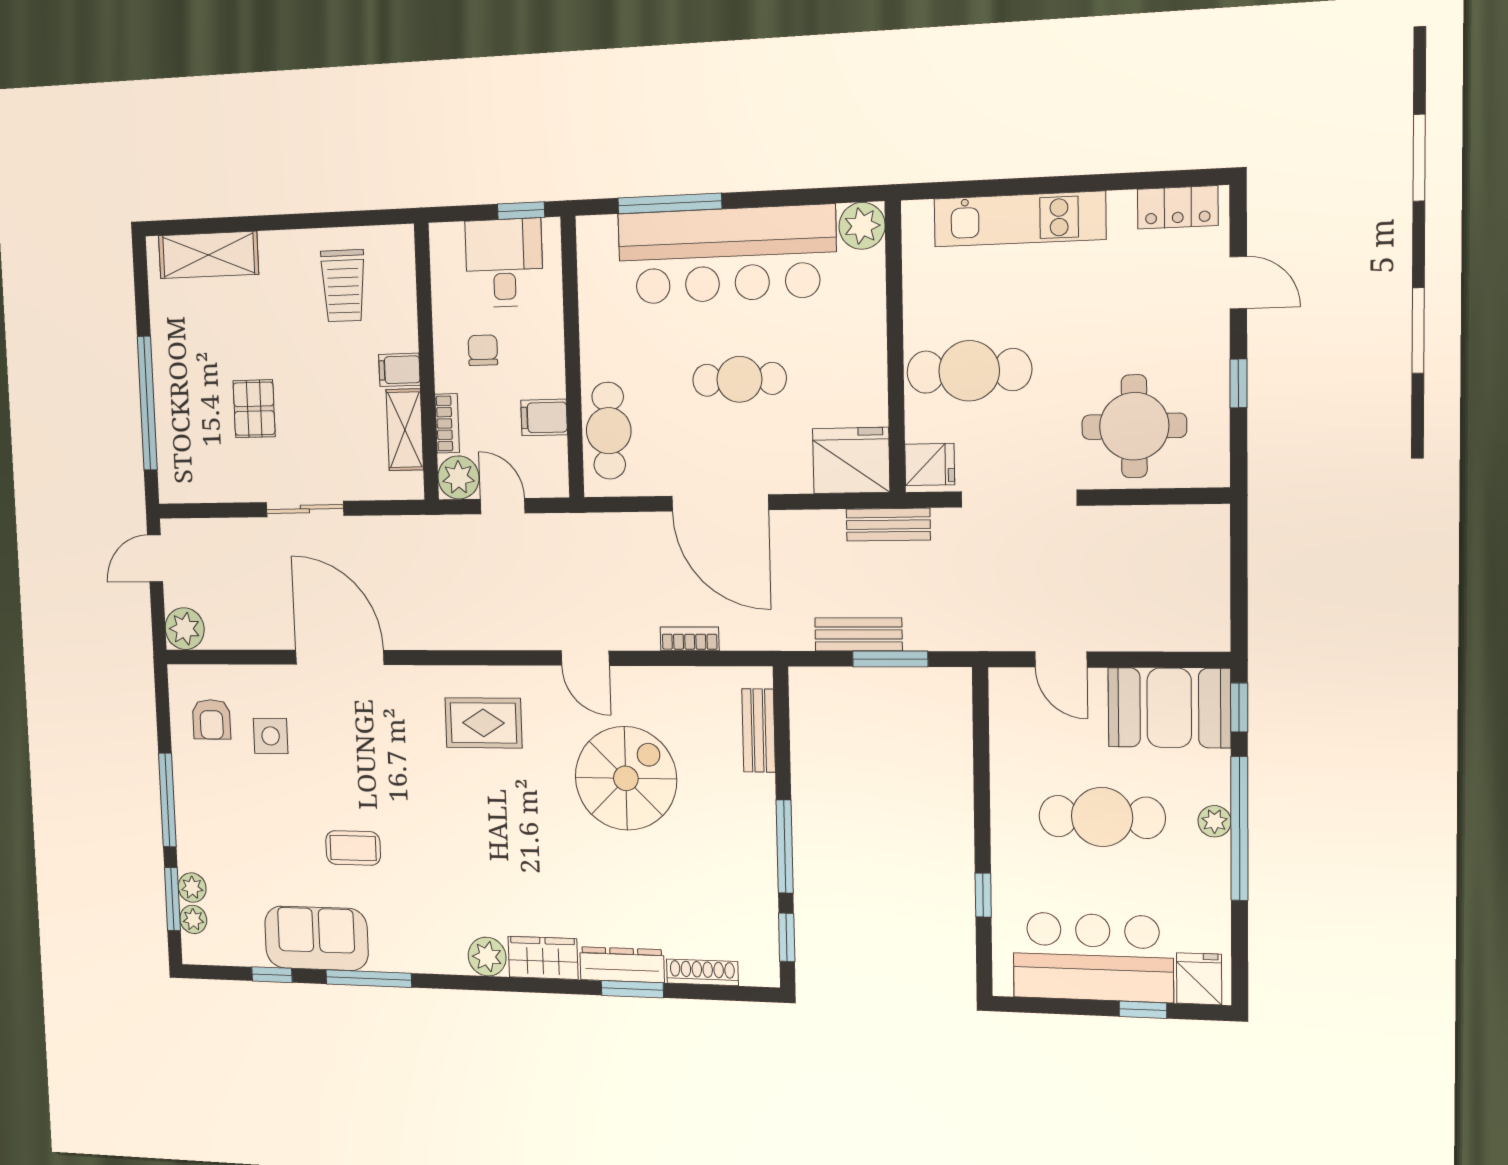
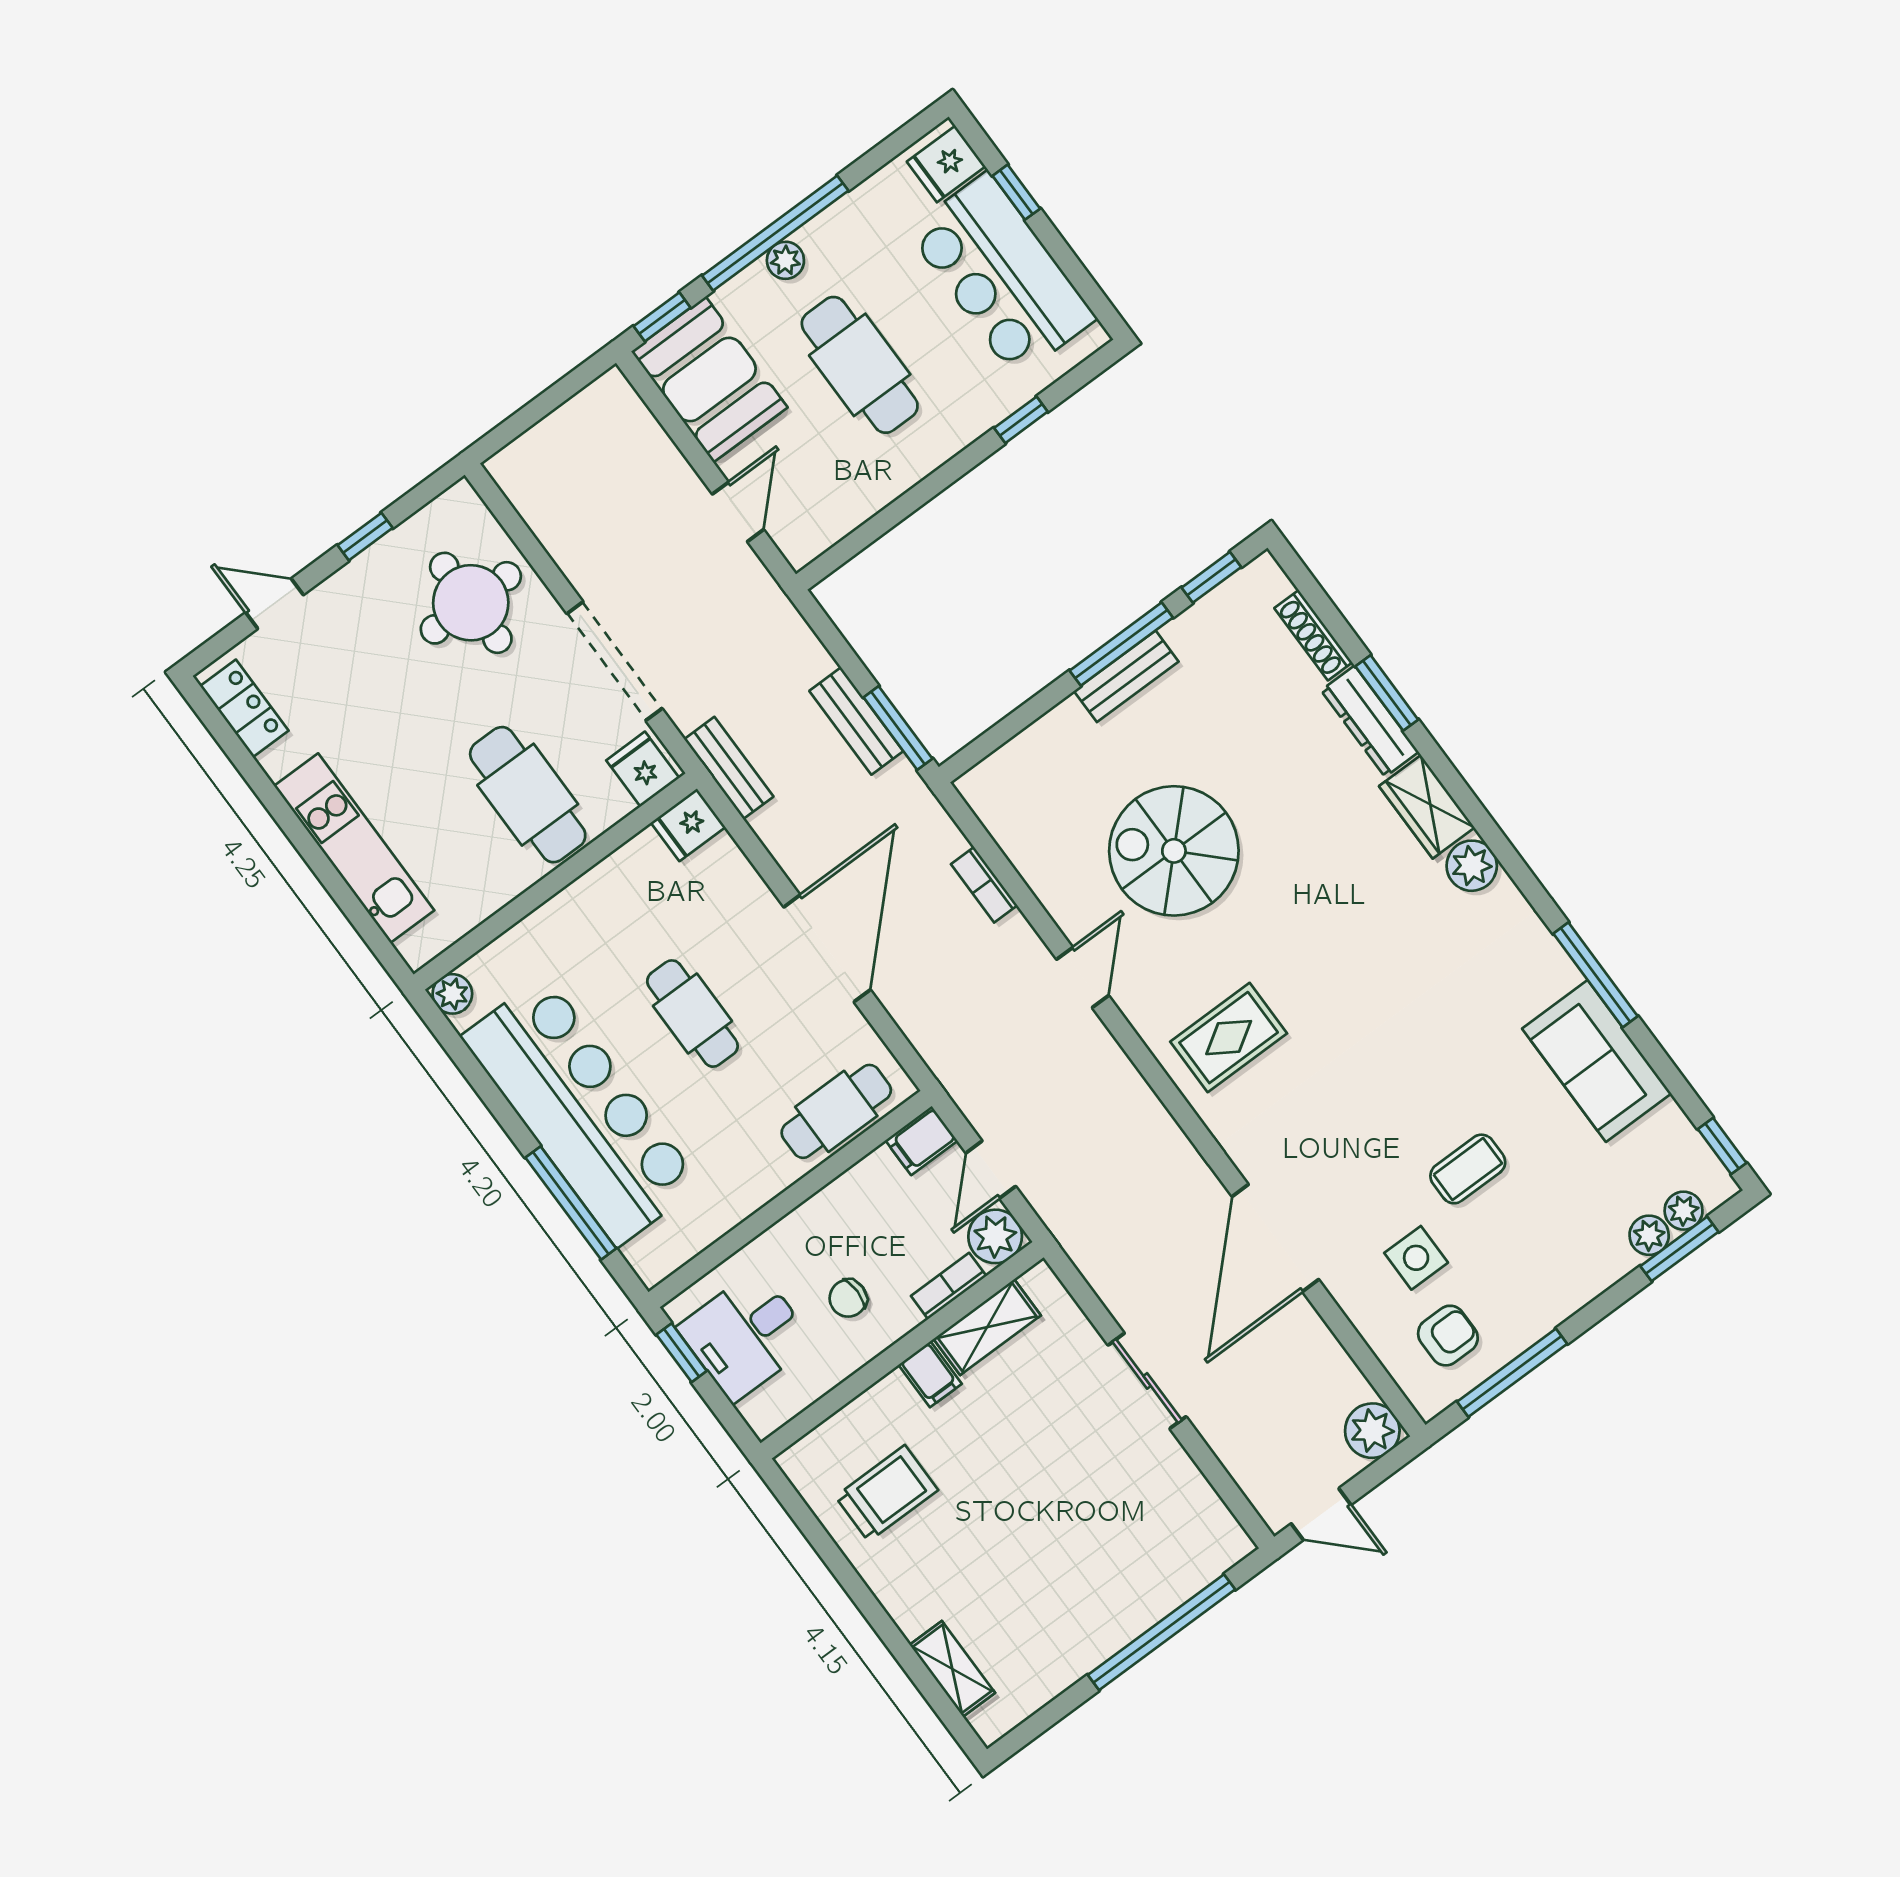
plant: (862, 226) -> (452, 994), width x0.73, depth x0.73
shelving: (208, 255) -> (952, 1669), width x0.67, depth x0.75
door: (1238, 283) -> (275, 604), hinge flipped
pallet: (254, 409) -> (1082, 1507), removed
filing cabinet: (544, 417) -> (921, 1141), moved, turned 90
fridge: (851, 460) -> (688, 825), width x0.53, depth x0.75
window: (890, 659) -> (898, 728), moved
rug: (483, 723) -> (1229, 1038), turned 90
bench: (759, 731) -> (1126, 676), moved
window: (167, 800) -> (1512, 1373), moved
coffee table: (353, 848) -> (1468, 1169), moved, turned 90
window: (272, 975) -> (1722, 1146), moved

